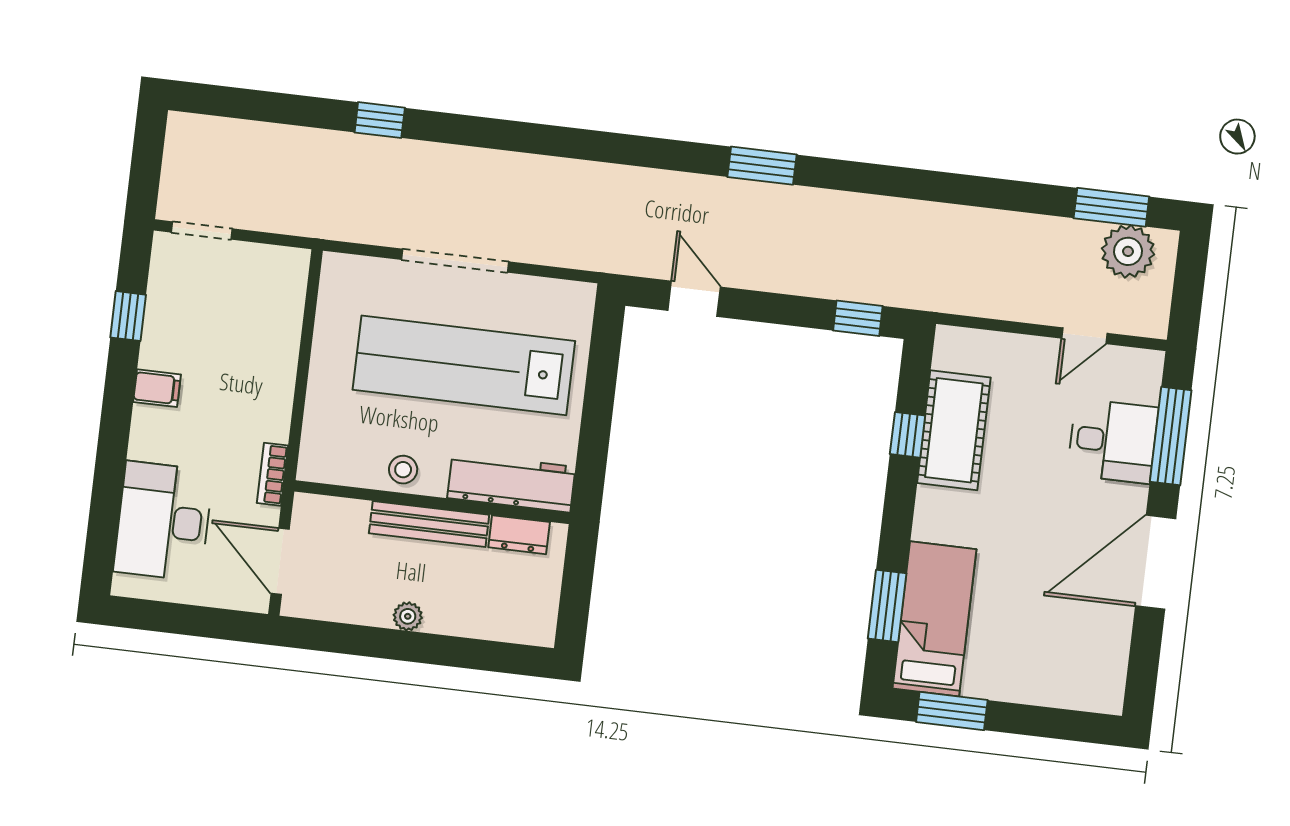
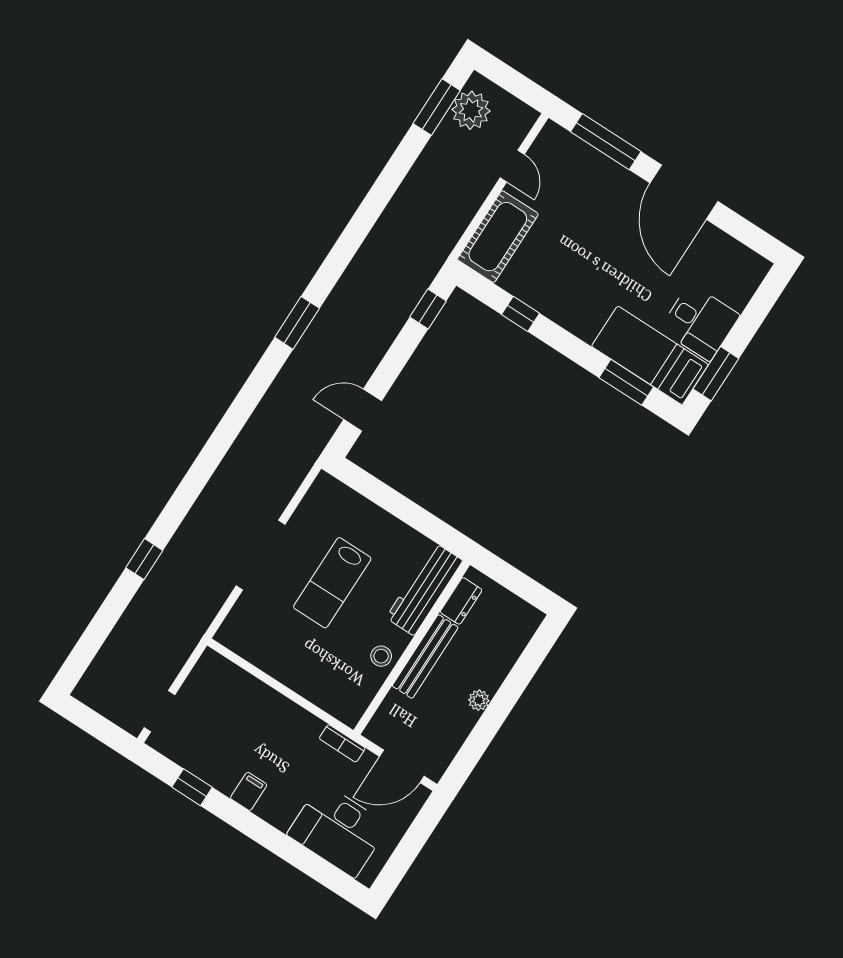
lab bench: (464, 365) -> (332, 583), width x0.54, depth x0.72
cot: (954, 430) -> (498, 237), moved, turned 90
desk: (1113, 441) -> (700, 322), moved, turned 90

